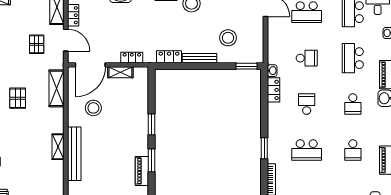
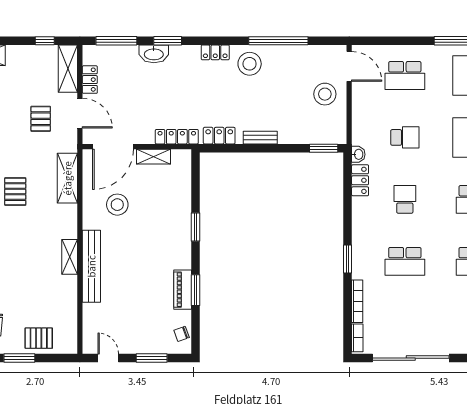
stool: (228, 38) -> (325, 94), moved
locker: (132, 58) -> (177, 137), width x1.53
bench: (199, 58) -> (260, 138), width x0.73
window: (151, 160) -> (196, 290), moved

